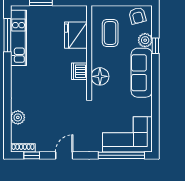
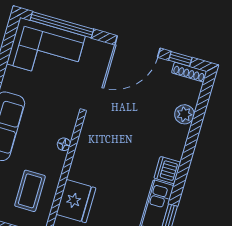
dishwasher: (79, 71) -> (167, 170), moved, turned 180
floor lamp: (100, 76) -> (64, 144), width x0.53, depth x0.53
door: (64, 155) -> (137, 46), width x1.88

